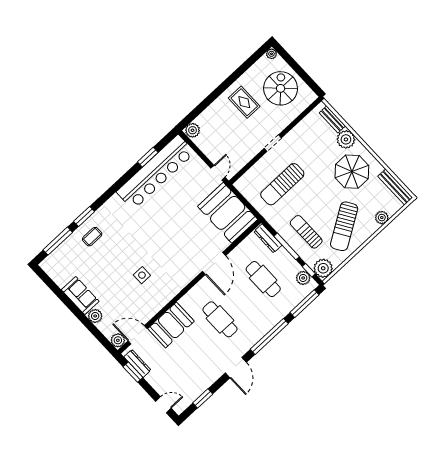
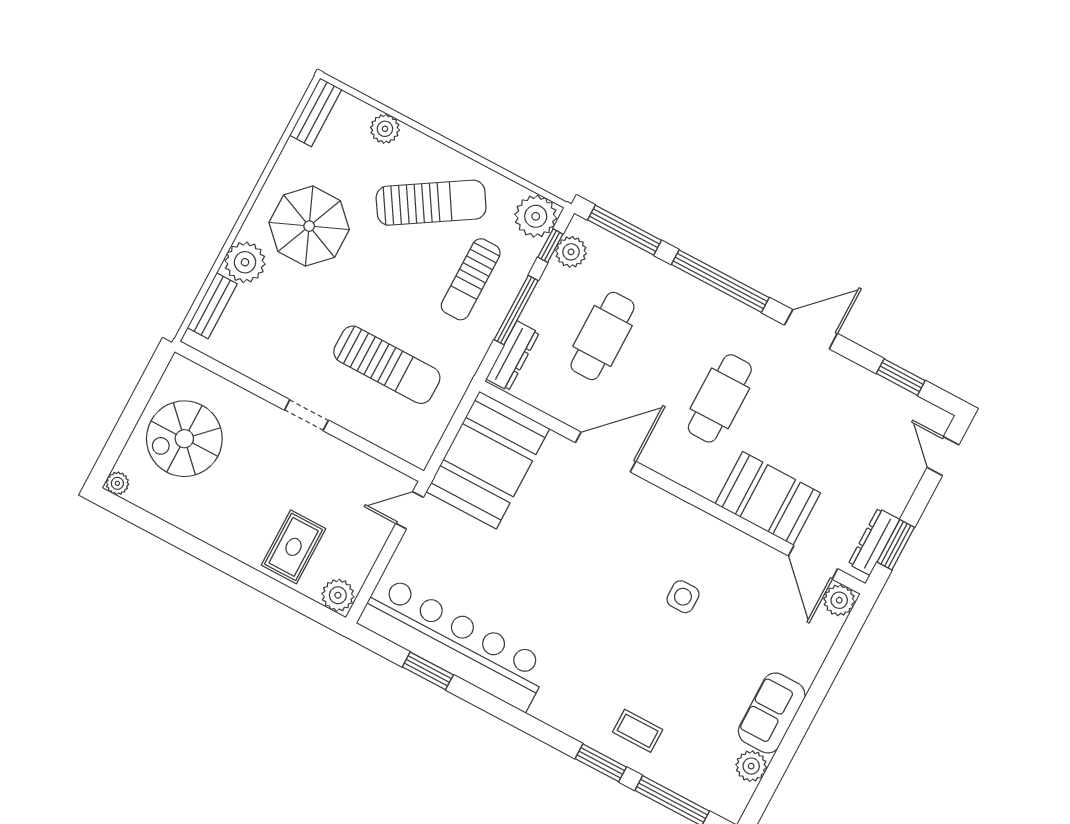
rug: (244, 102) -> (294, 547), moved
bench: (395, 187) -> (316, 112), width x0.73
plant: (95, 316) -> (751, 766), moved

